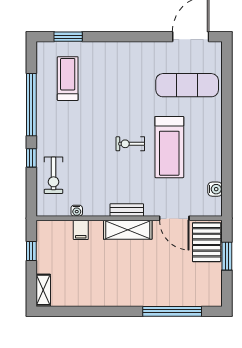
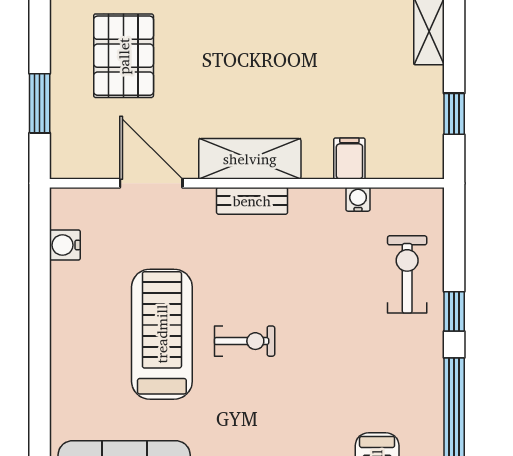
pallet: (207, 242) -> (124, 56), moved

